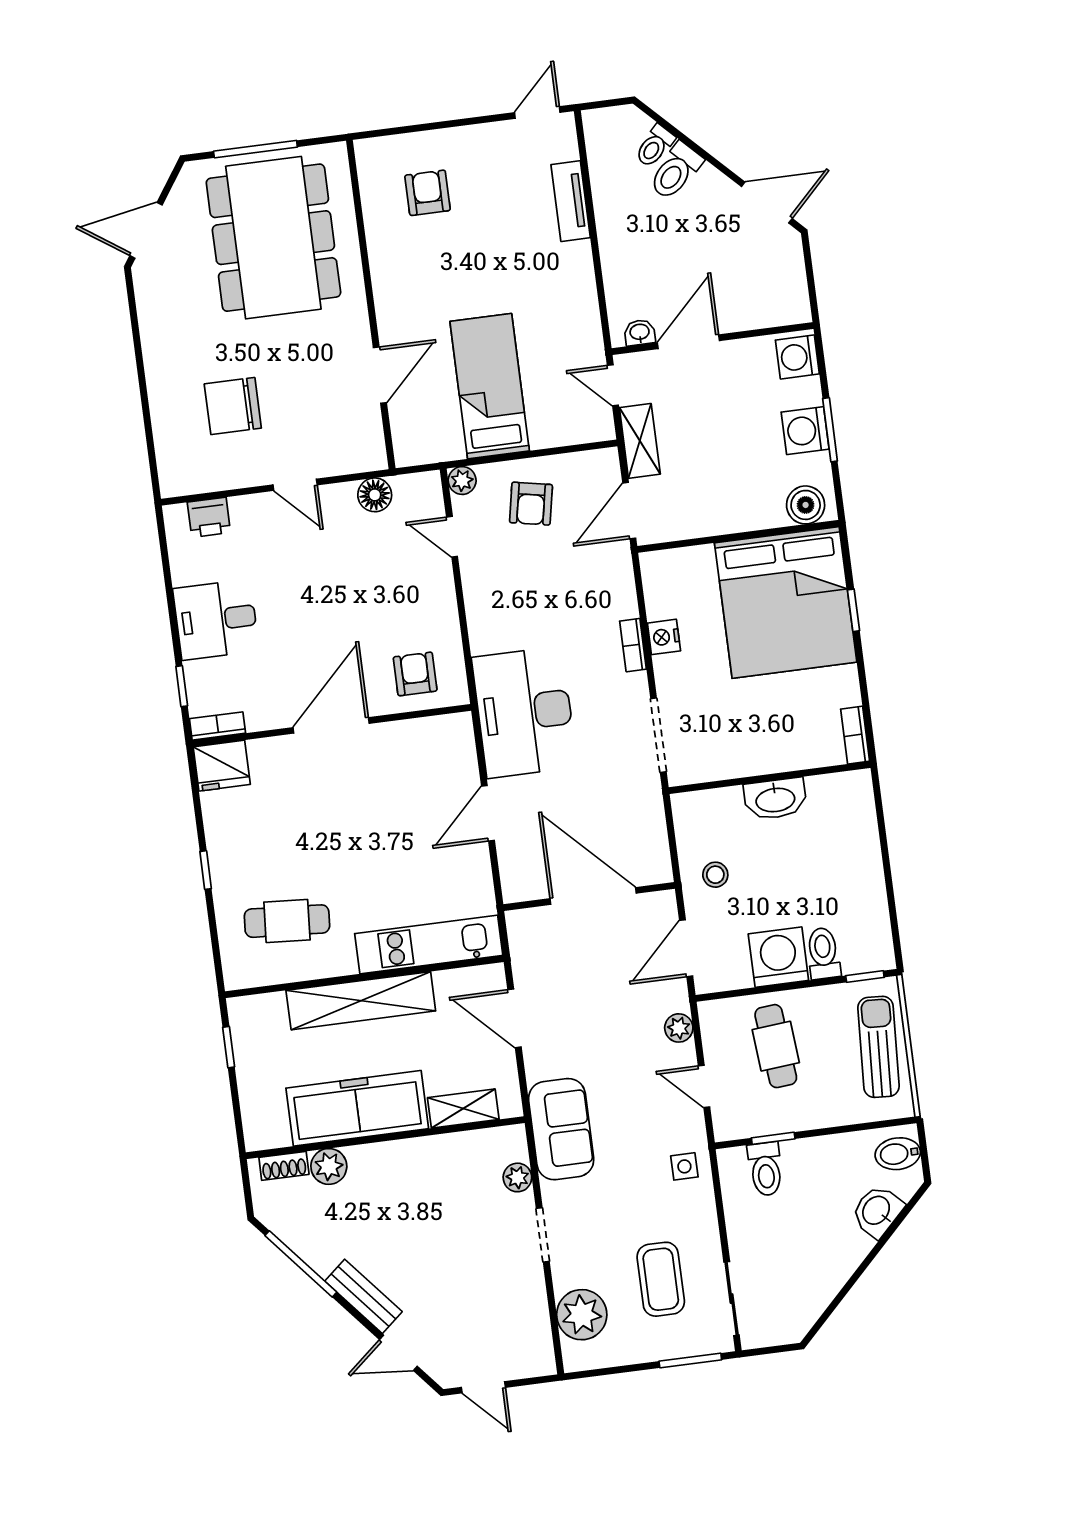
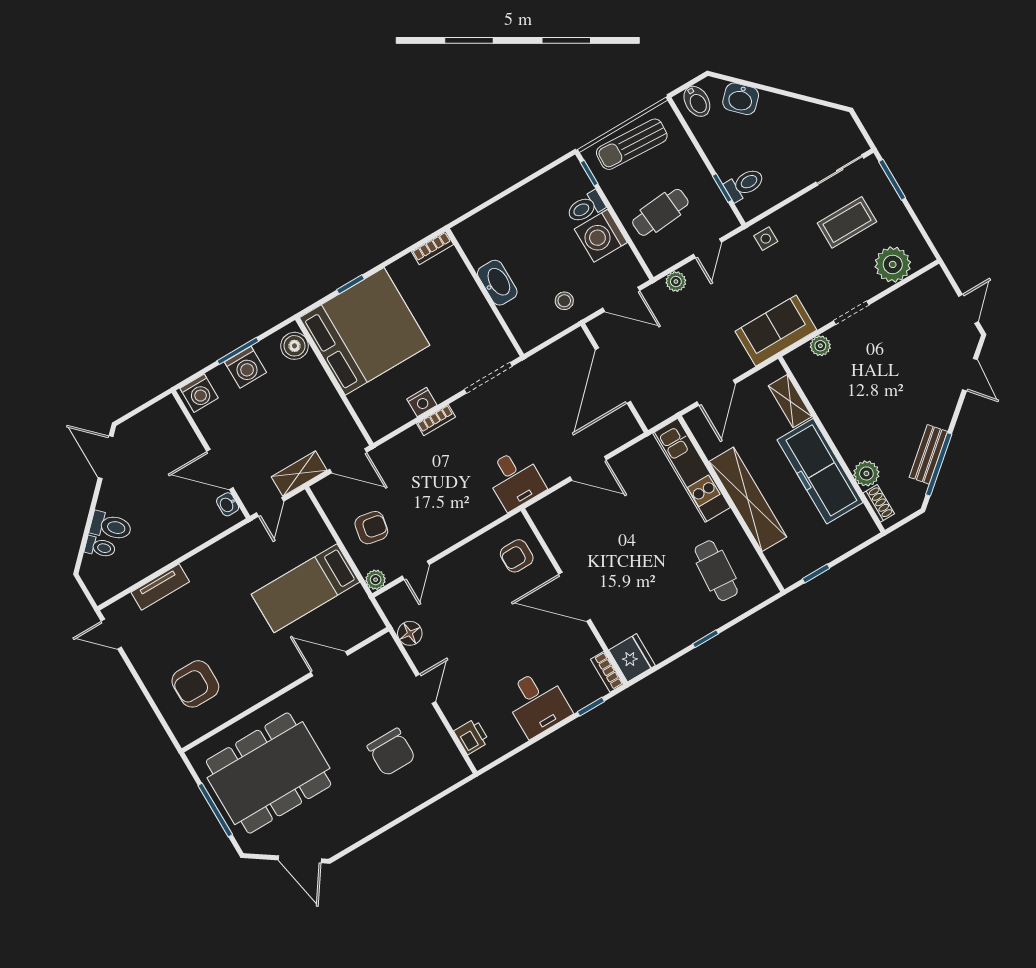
armchair: (428, 193) -> (195, 684), width x1.38, depth x1.38
desk: (524, 712) -> (515, 479), width x0.53, depth x0.77
bench: (363, 1296) -> (928, 454), moved

